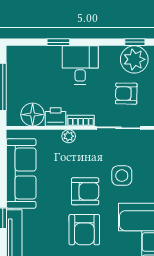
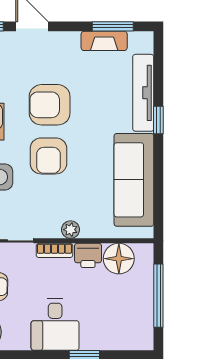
armchair: (85, 191) -> (48, 156), turned -90
armchair: (84, 230) -> (50, 105), turned -90

